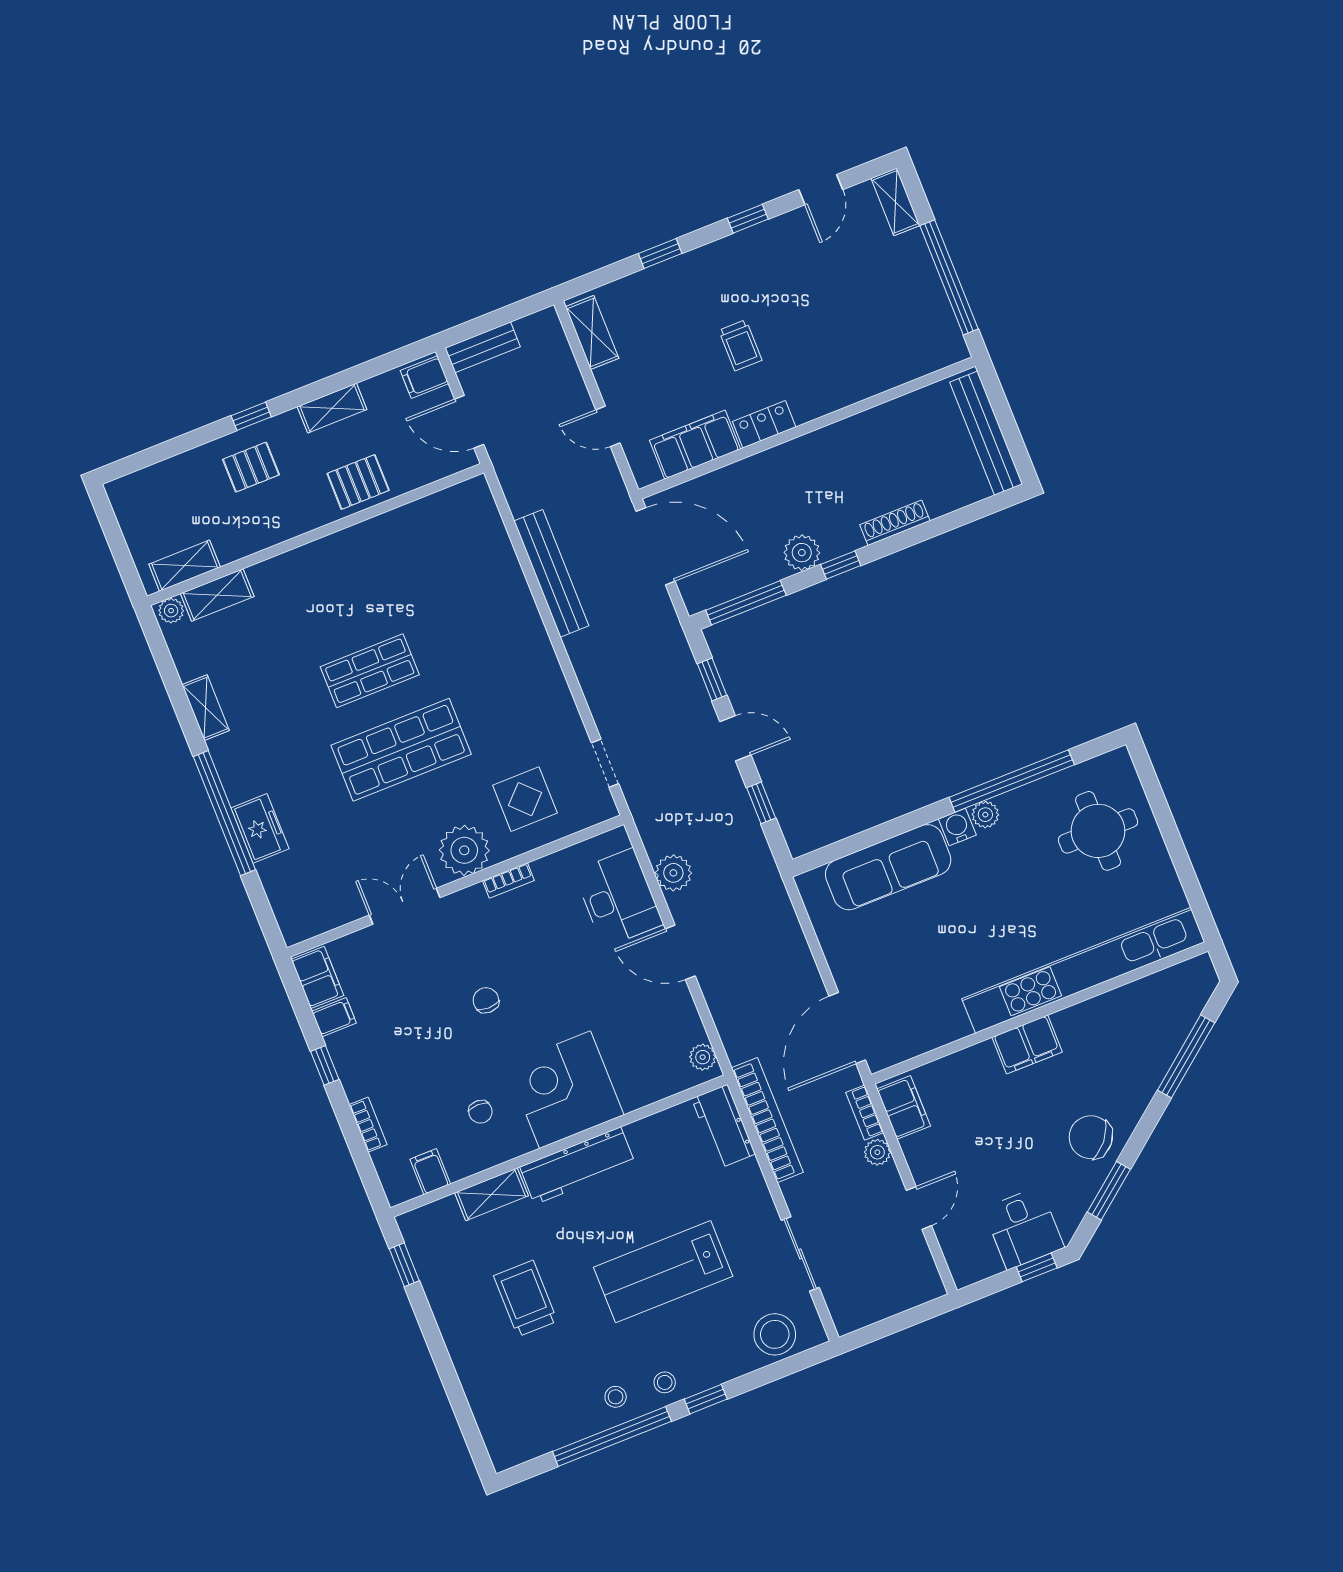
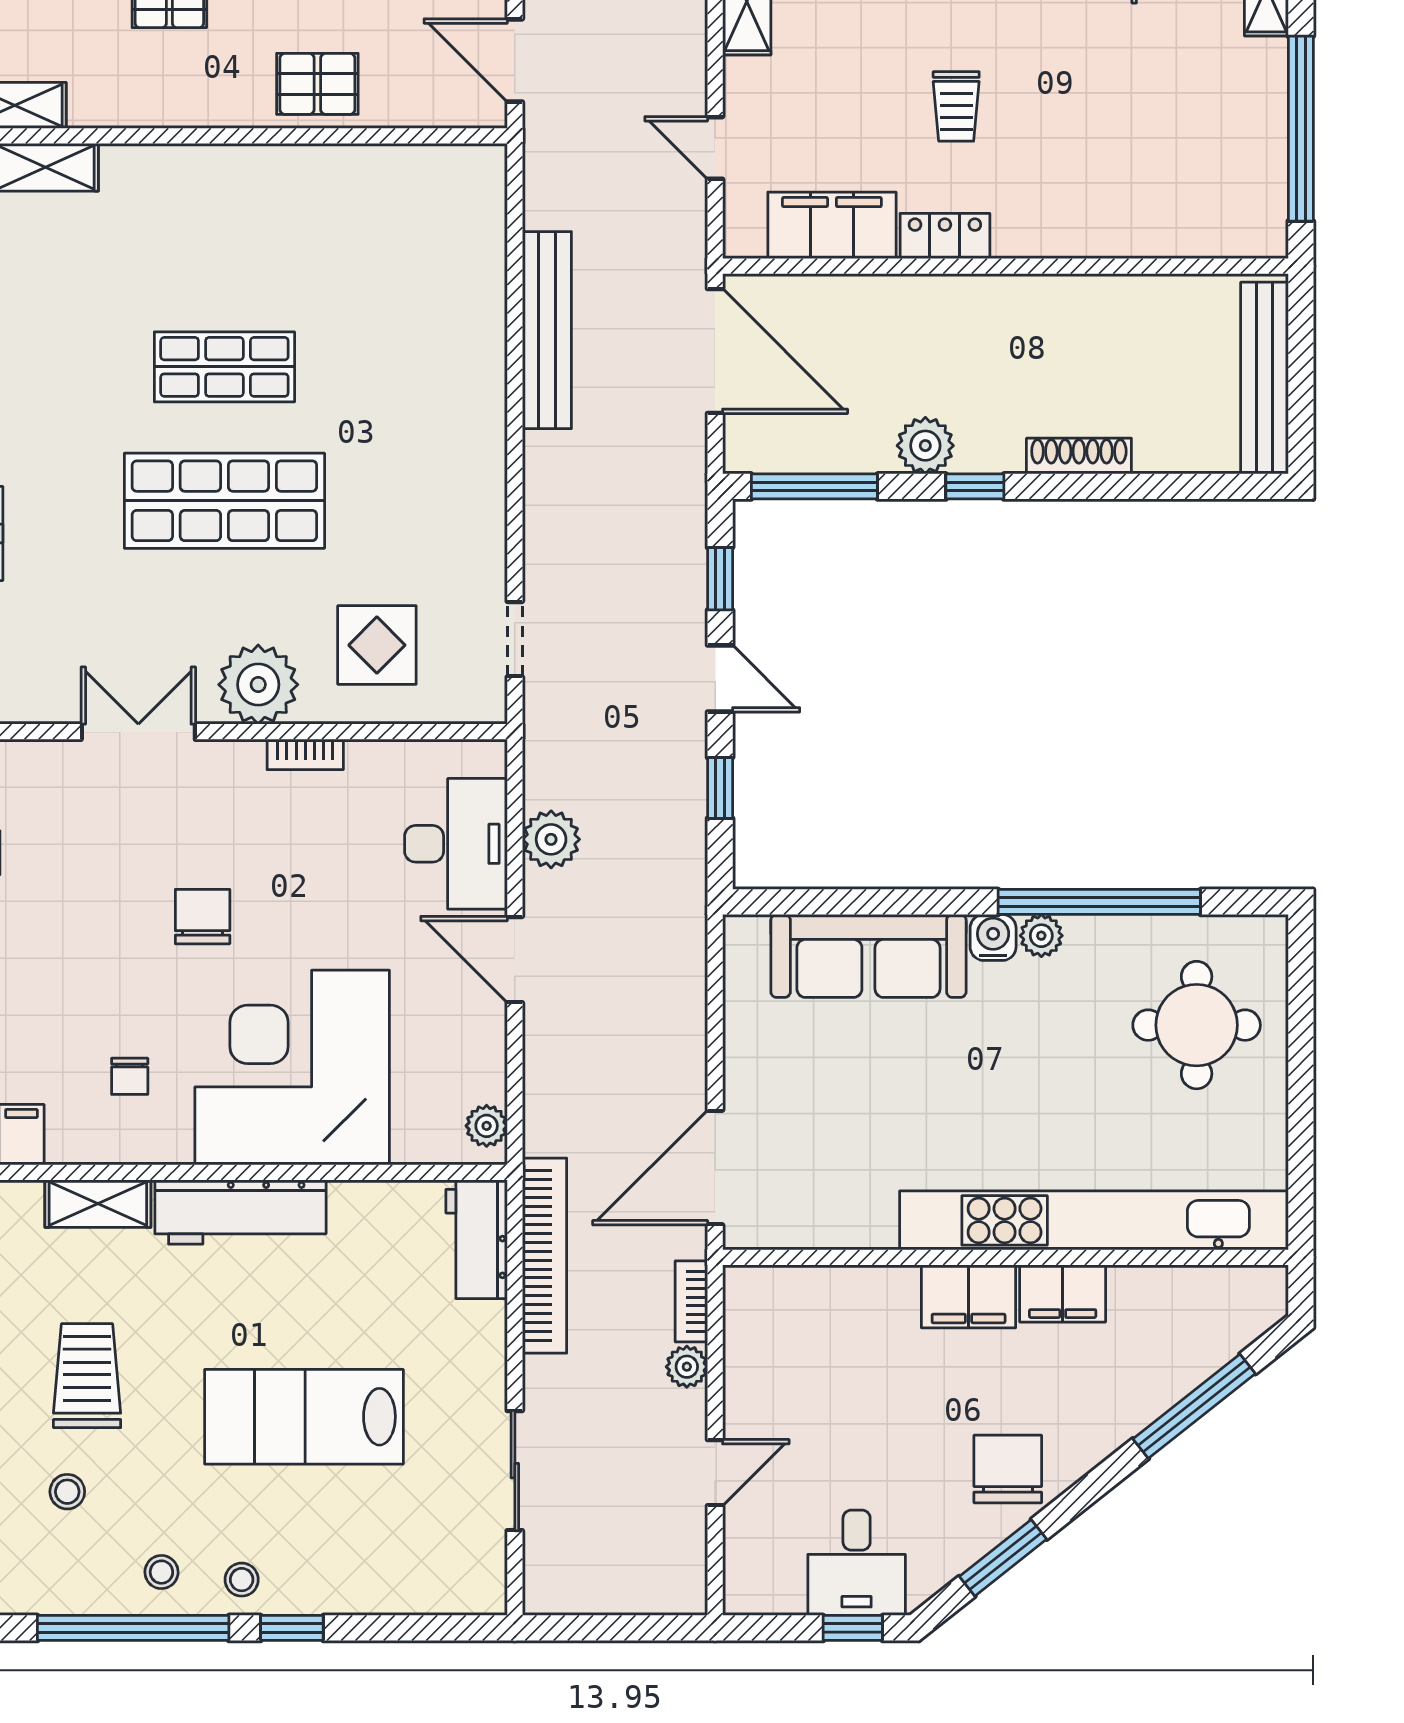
chair: (486, 1000) -> (203, 917), width x1.37, depth x1.37
corner desk: (565, 1090) -> (292, 1067), width x1.36, depth x1.36
filing cabinet: (904, 1107) -> (1063, 1294), moved, turned 90
chair: (1091, 1137) -> (1008, 1469), turned 50
stool: (775, 1334) -> (67, 1492), moved, width x0.53, depth x0.53

